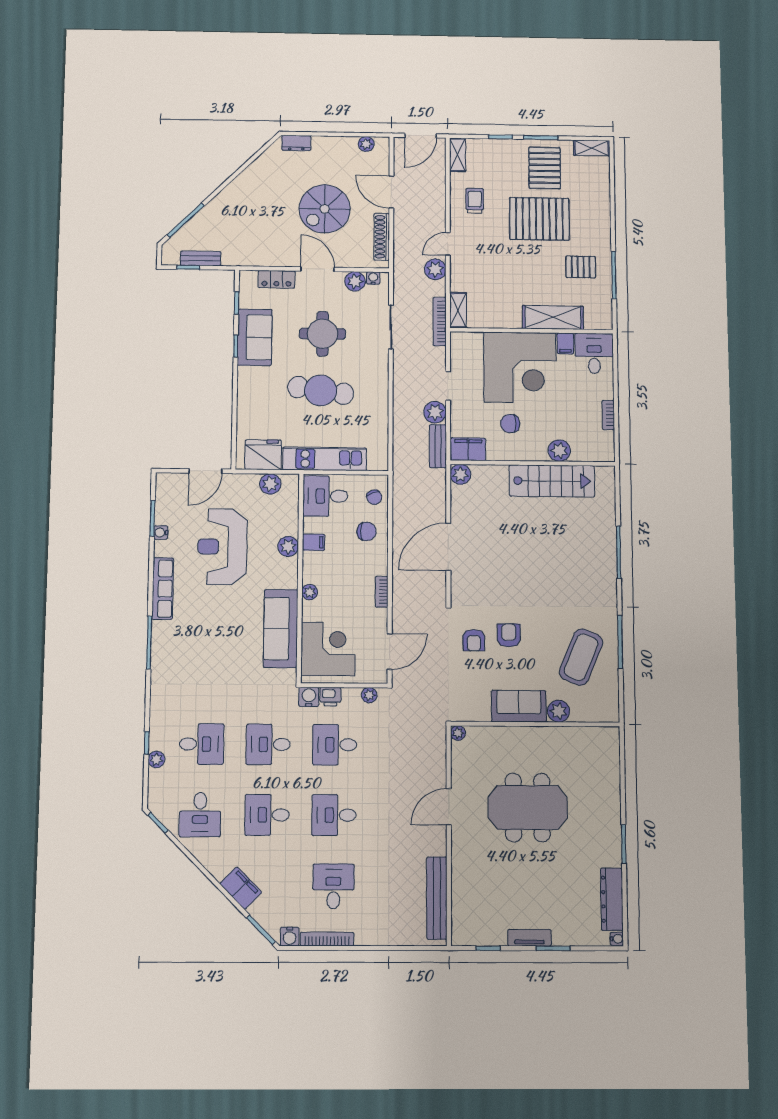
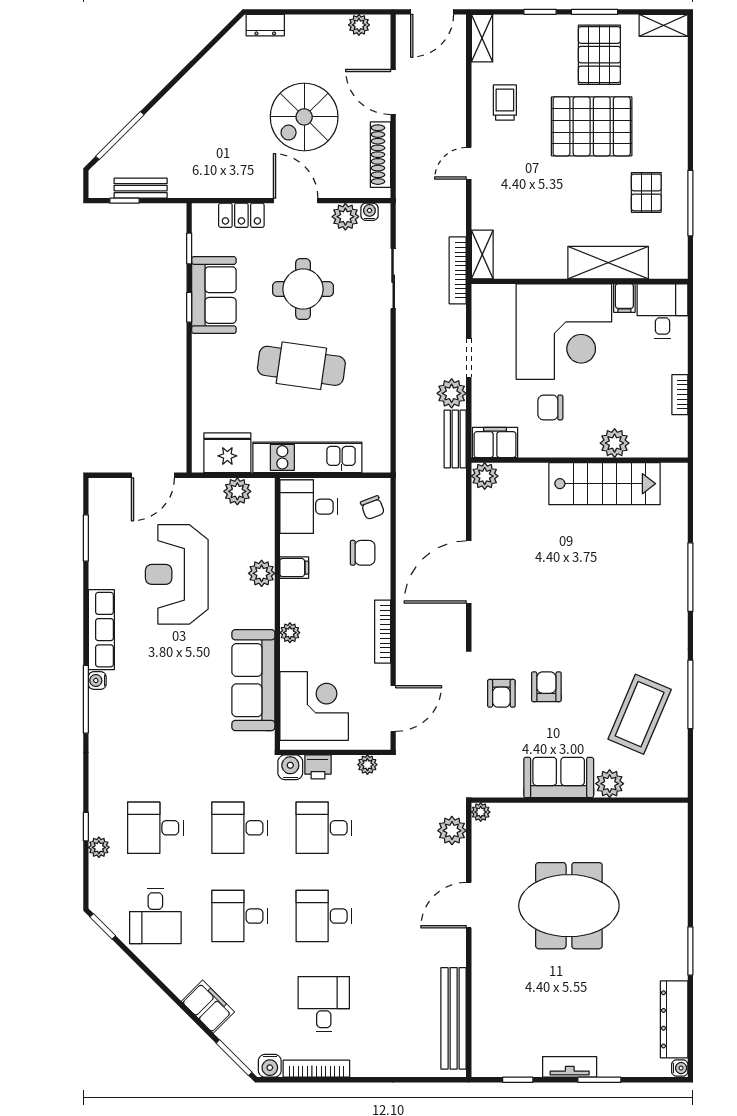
pallet: (581, 267) -> (646, 192), turned 90
plant: (435, 269) -> (452, 831), moved
water cooler: (161, 532) -> (97, 681), moved
bookcase: (382, 592) -> (383, 632), width x1.56
desk: (202, 744) -> (155, 828), turned 180

